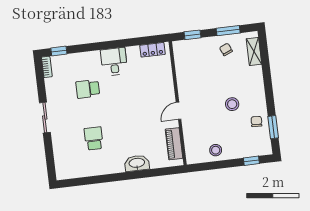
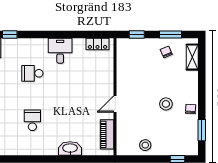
chair: (256, 121) -> (191, 109), moved

